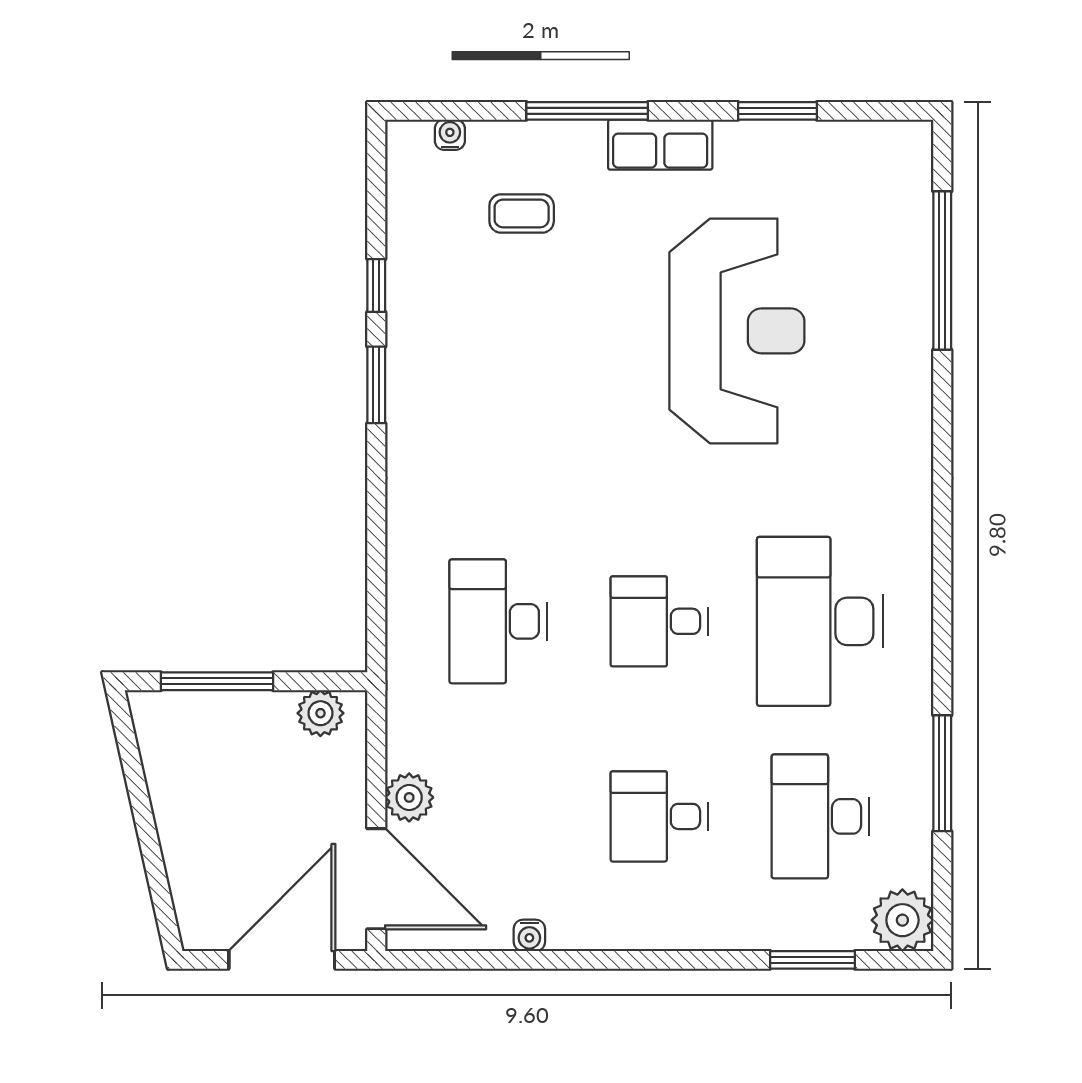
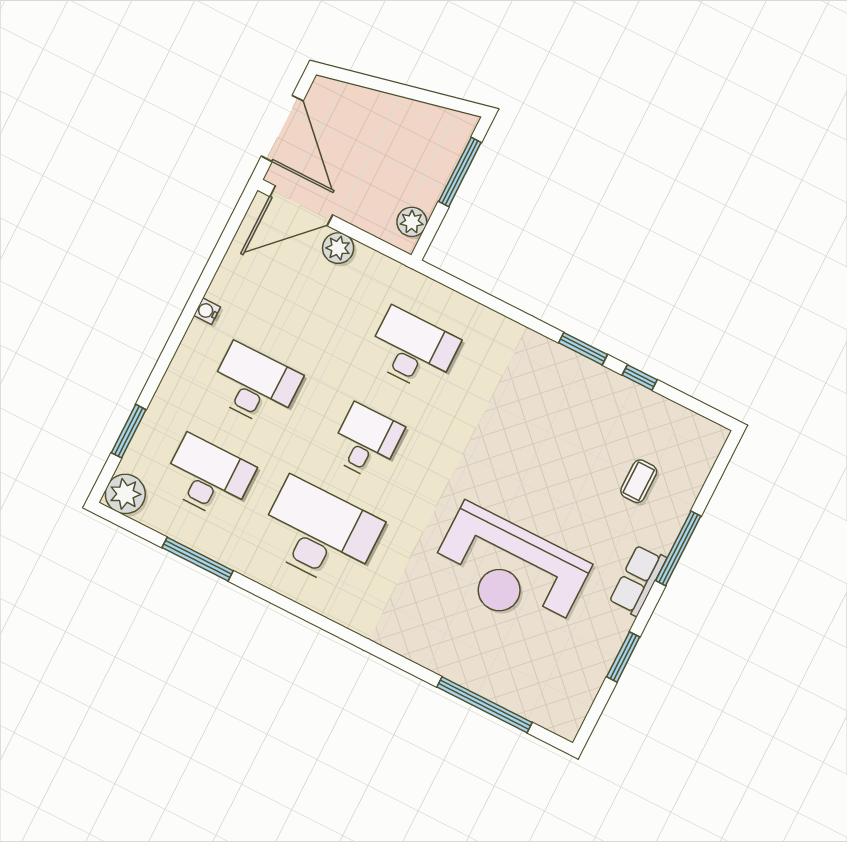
water cooler: (450, 135) -> (704, 463), removed
desk: (659, 816) -> (255, 385), width x1.37
water cooler: (529, 935) -> (207, 311), moved

